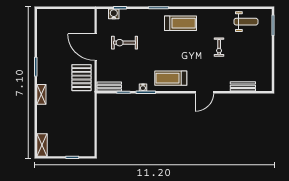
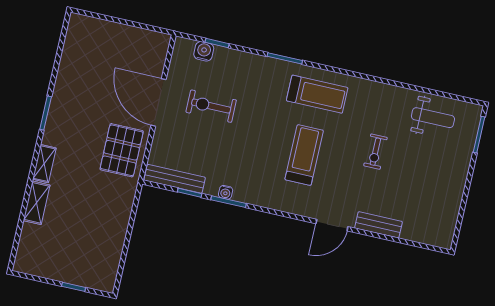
treadmill: (171, 78) -> (304, 155), moved, turned 90
bench: (243, 86) -> (379, 225), moved
bench: (109, 87) -> (175, 179), width x1.36
shelving: (42, 145) -> (37, 203), moved

